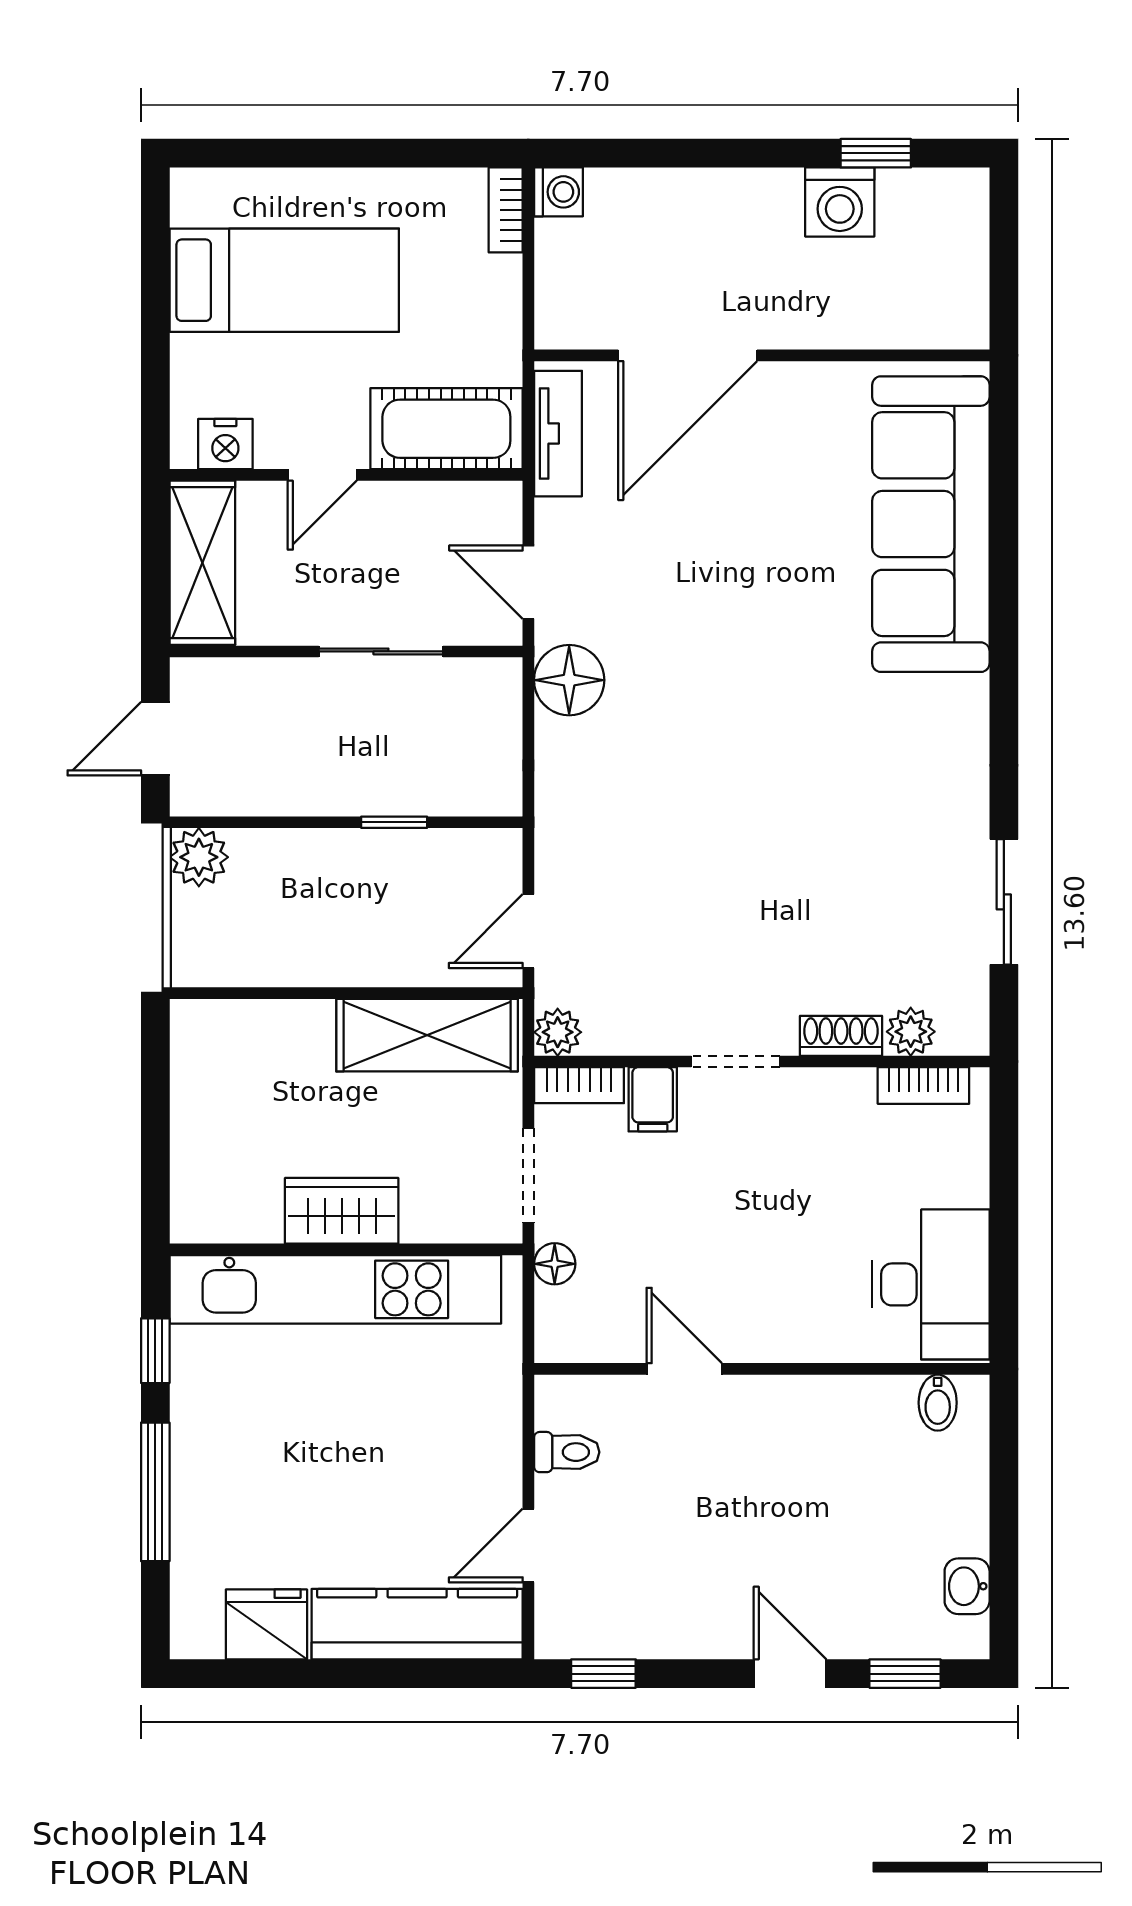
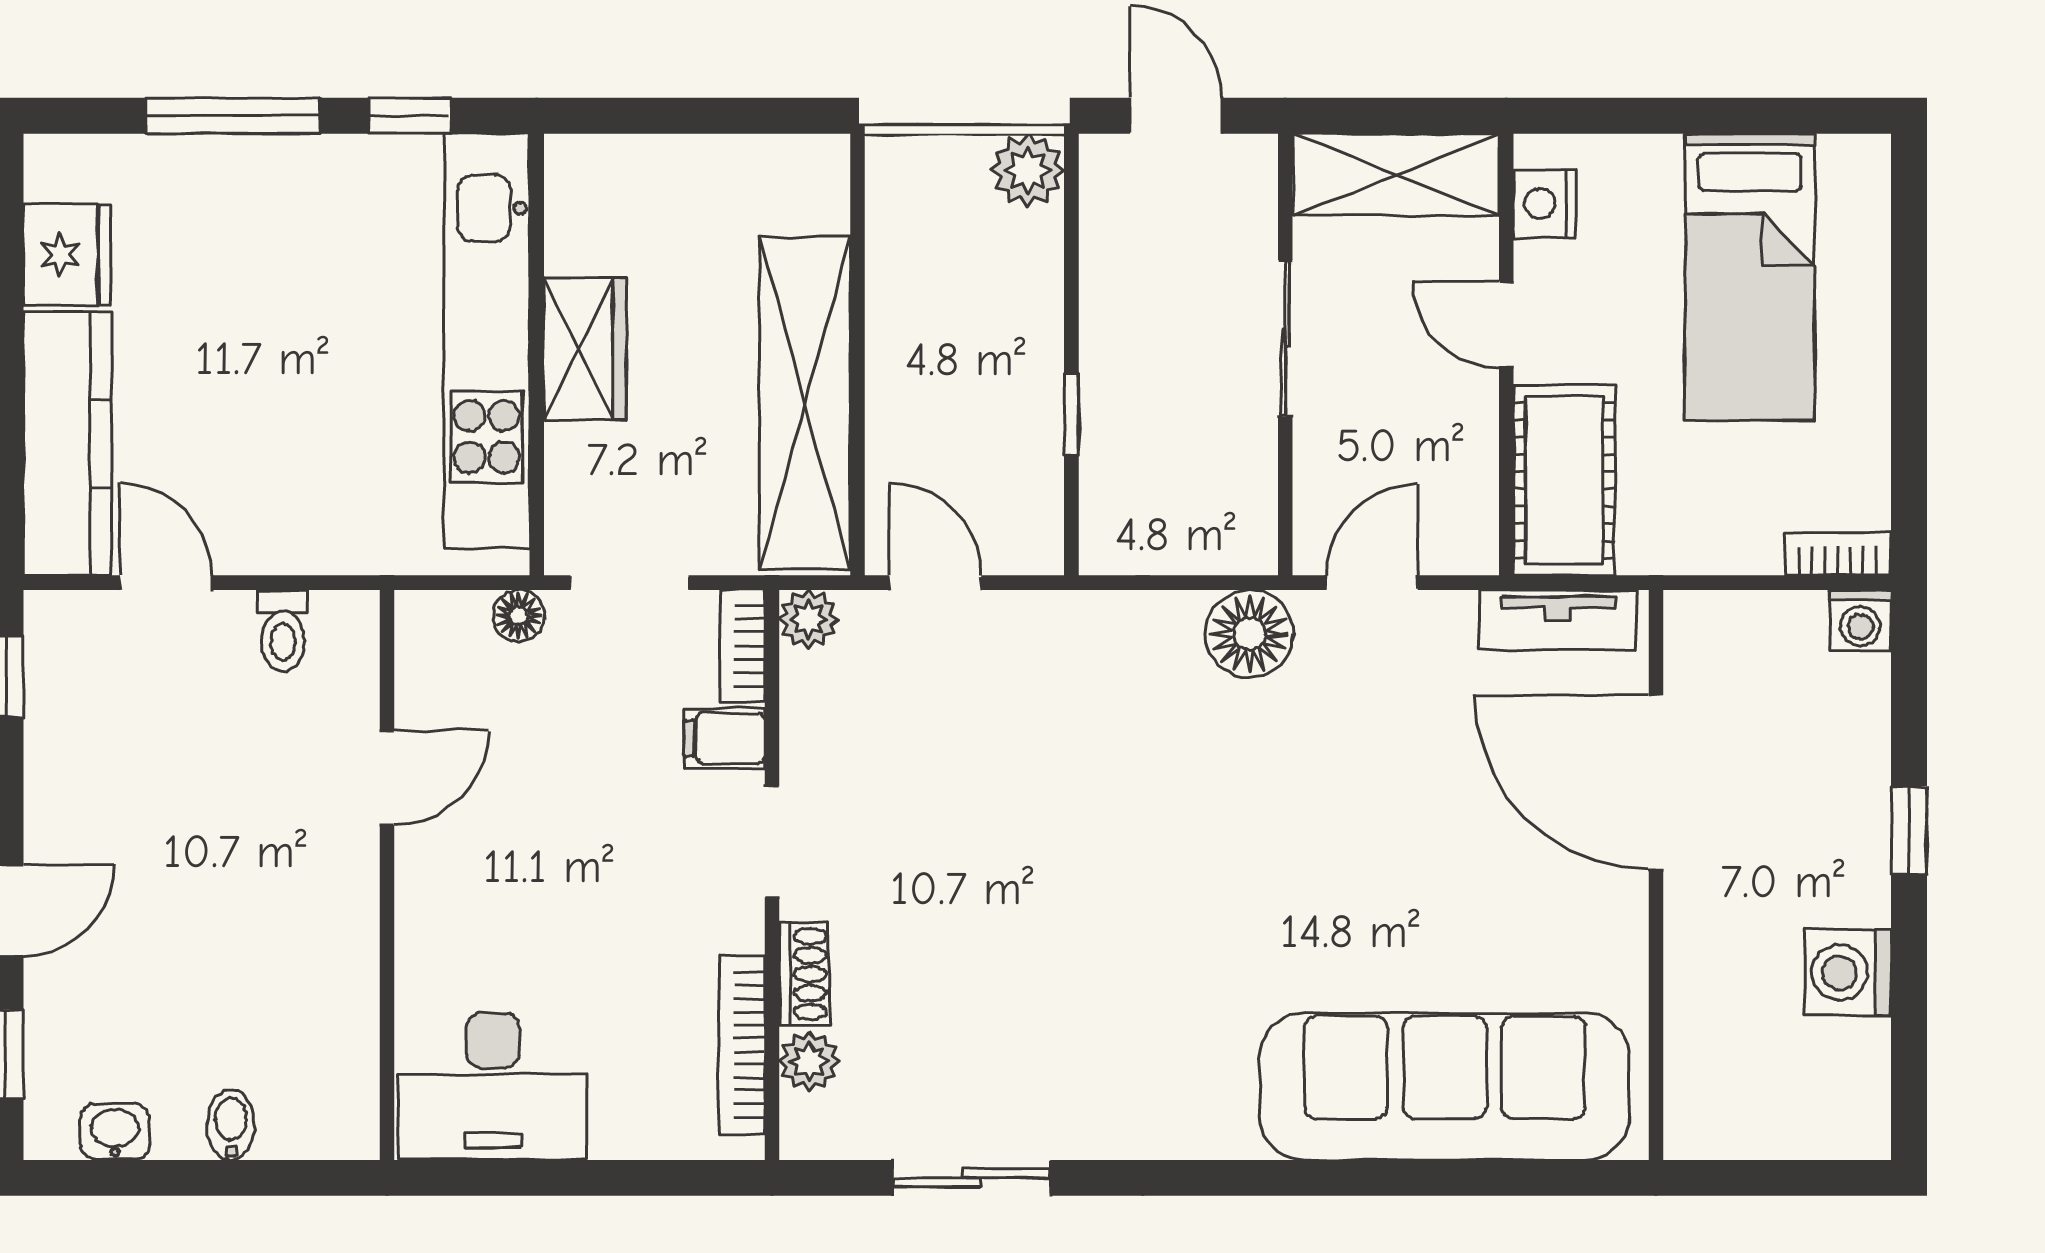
window: (876, 153) -> (1909, 830), moved
sliding door: (381, 651) -> (1285, 338), moved
shelving: (427, 1035) -> (805, 403), width x1.47
bookcase: (923, 1085) -> (742, 1045), width x1.56
bidet: (938, 1403) -> (231, 1125), moved, turned 90

